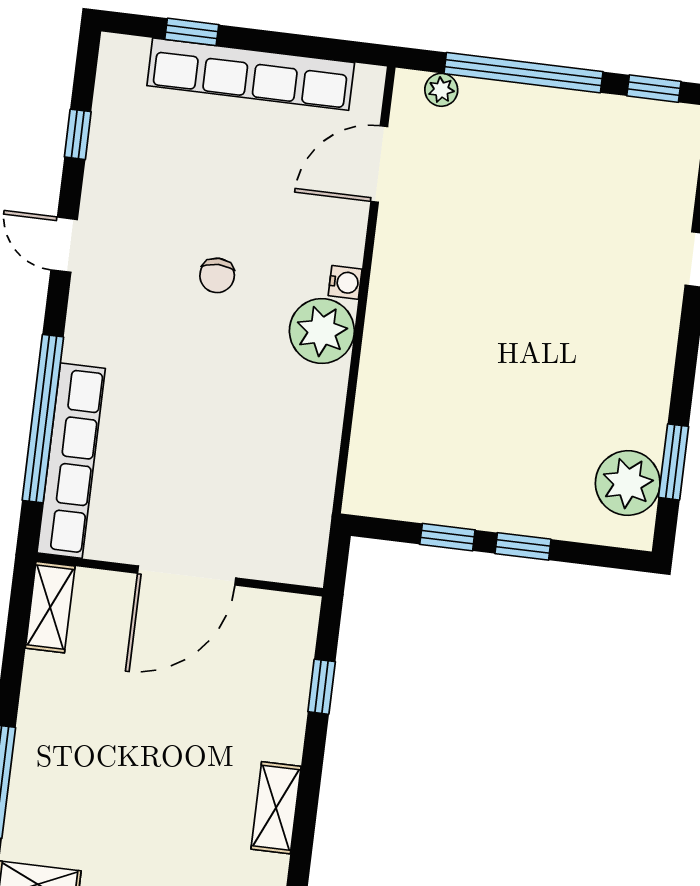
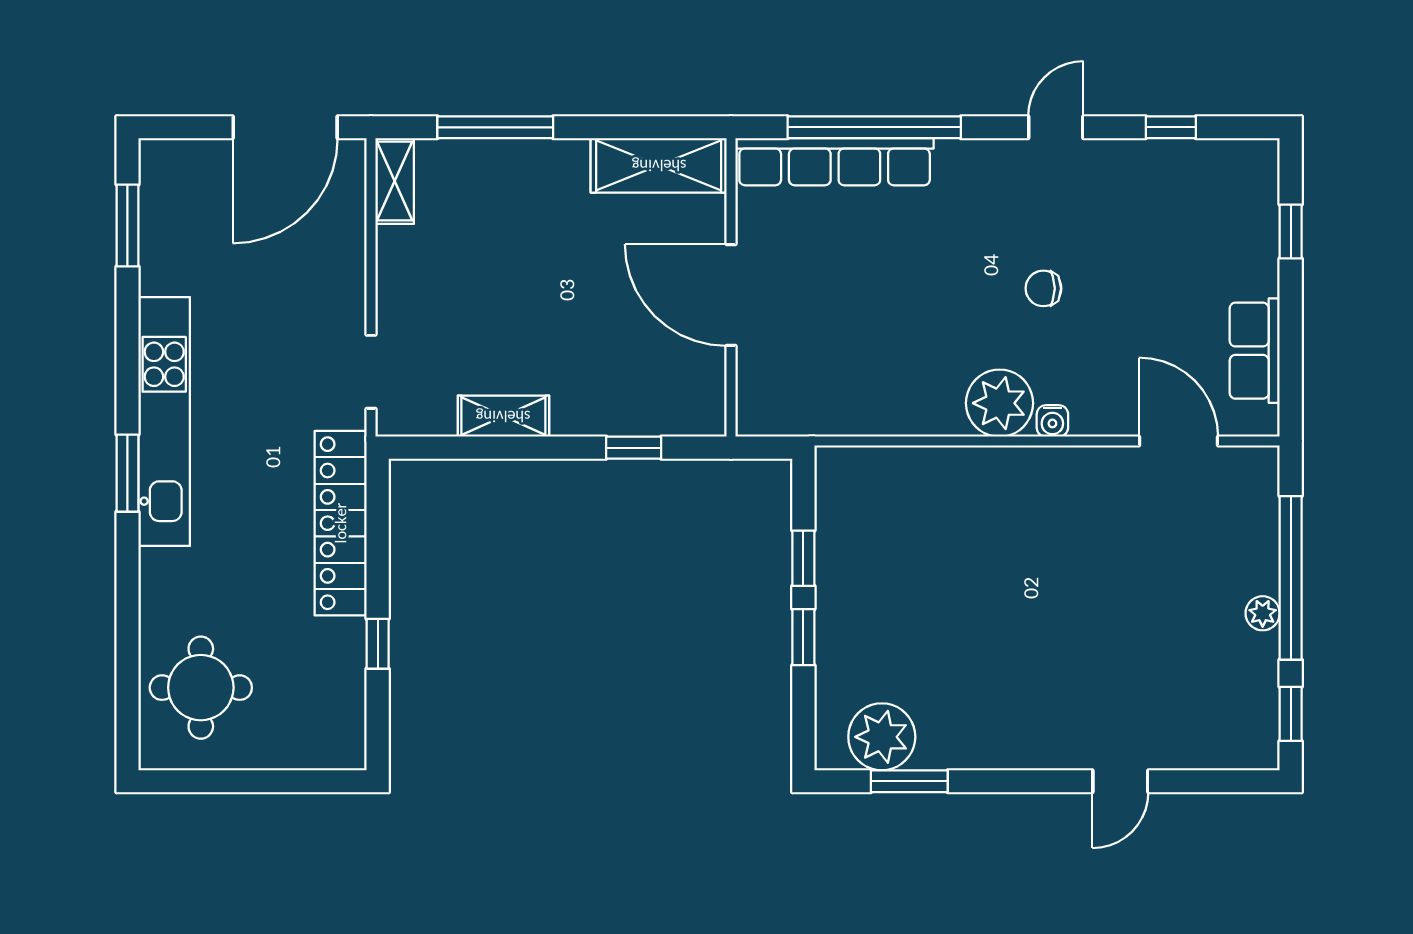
row of seats: (251, 74) -> (1255, 351), width x0.50
plant: (441, 90) -> (1263, 613), moved
shelving: (50, 607) -> (659, 165), width x1.50, depth x1.33

